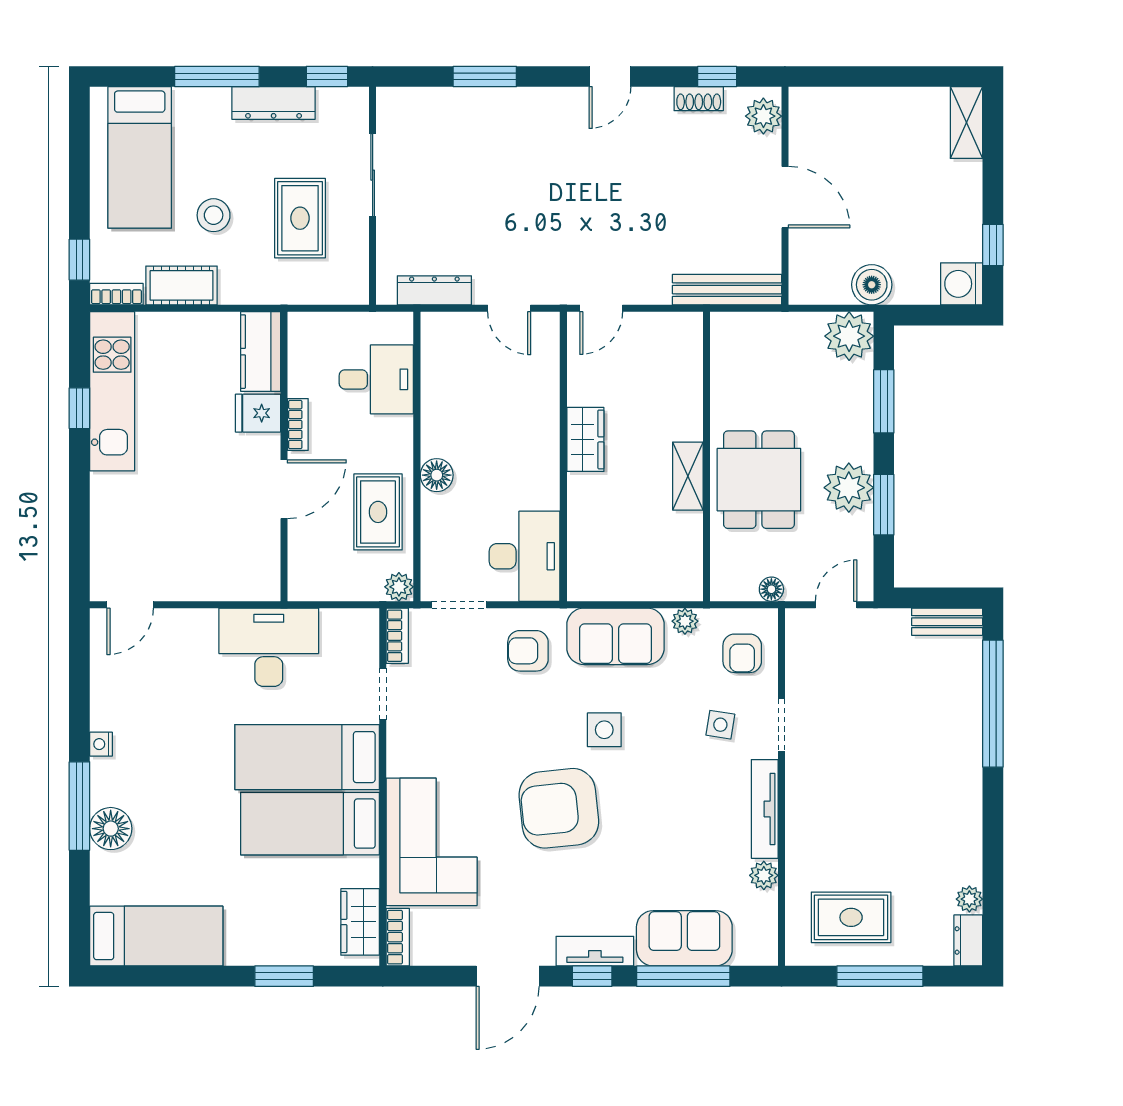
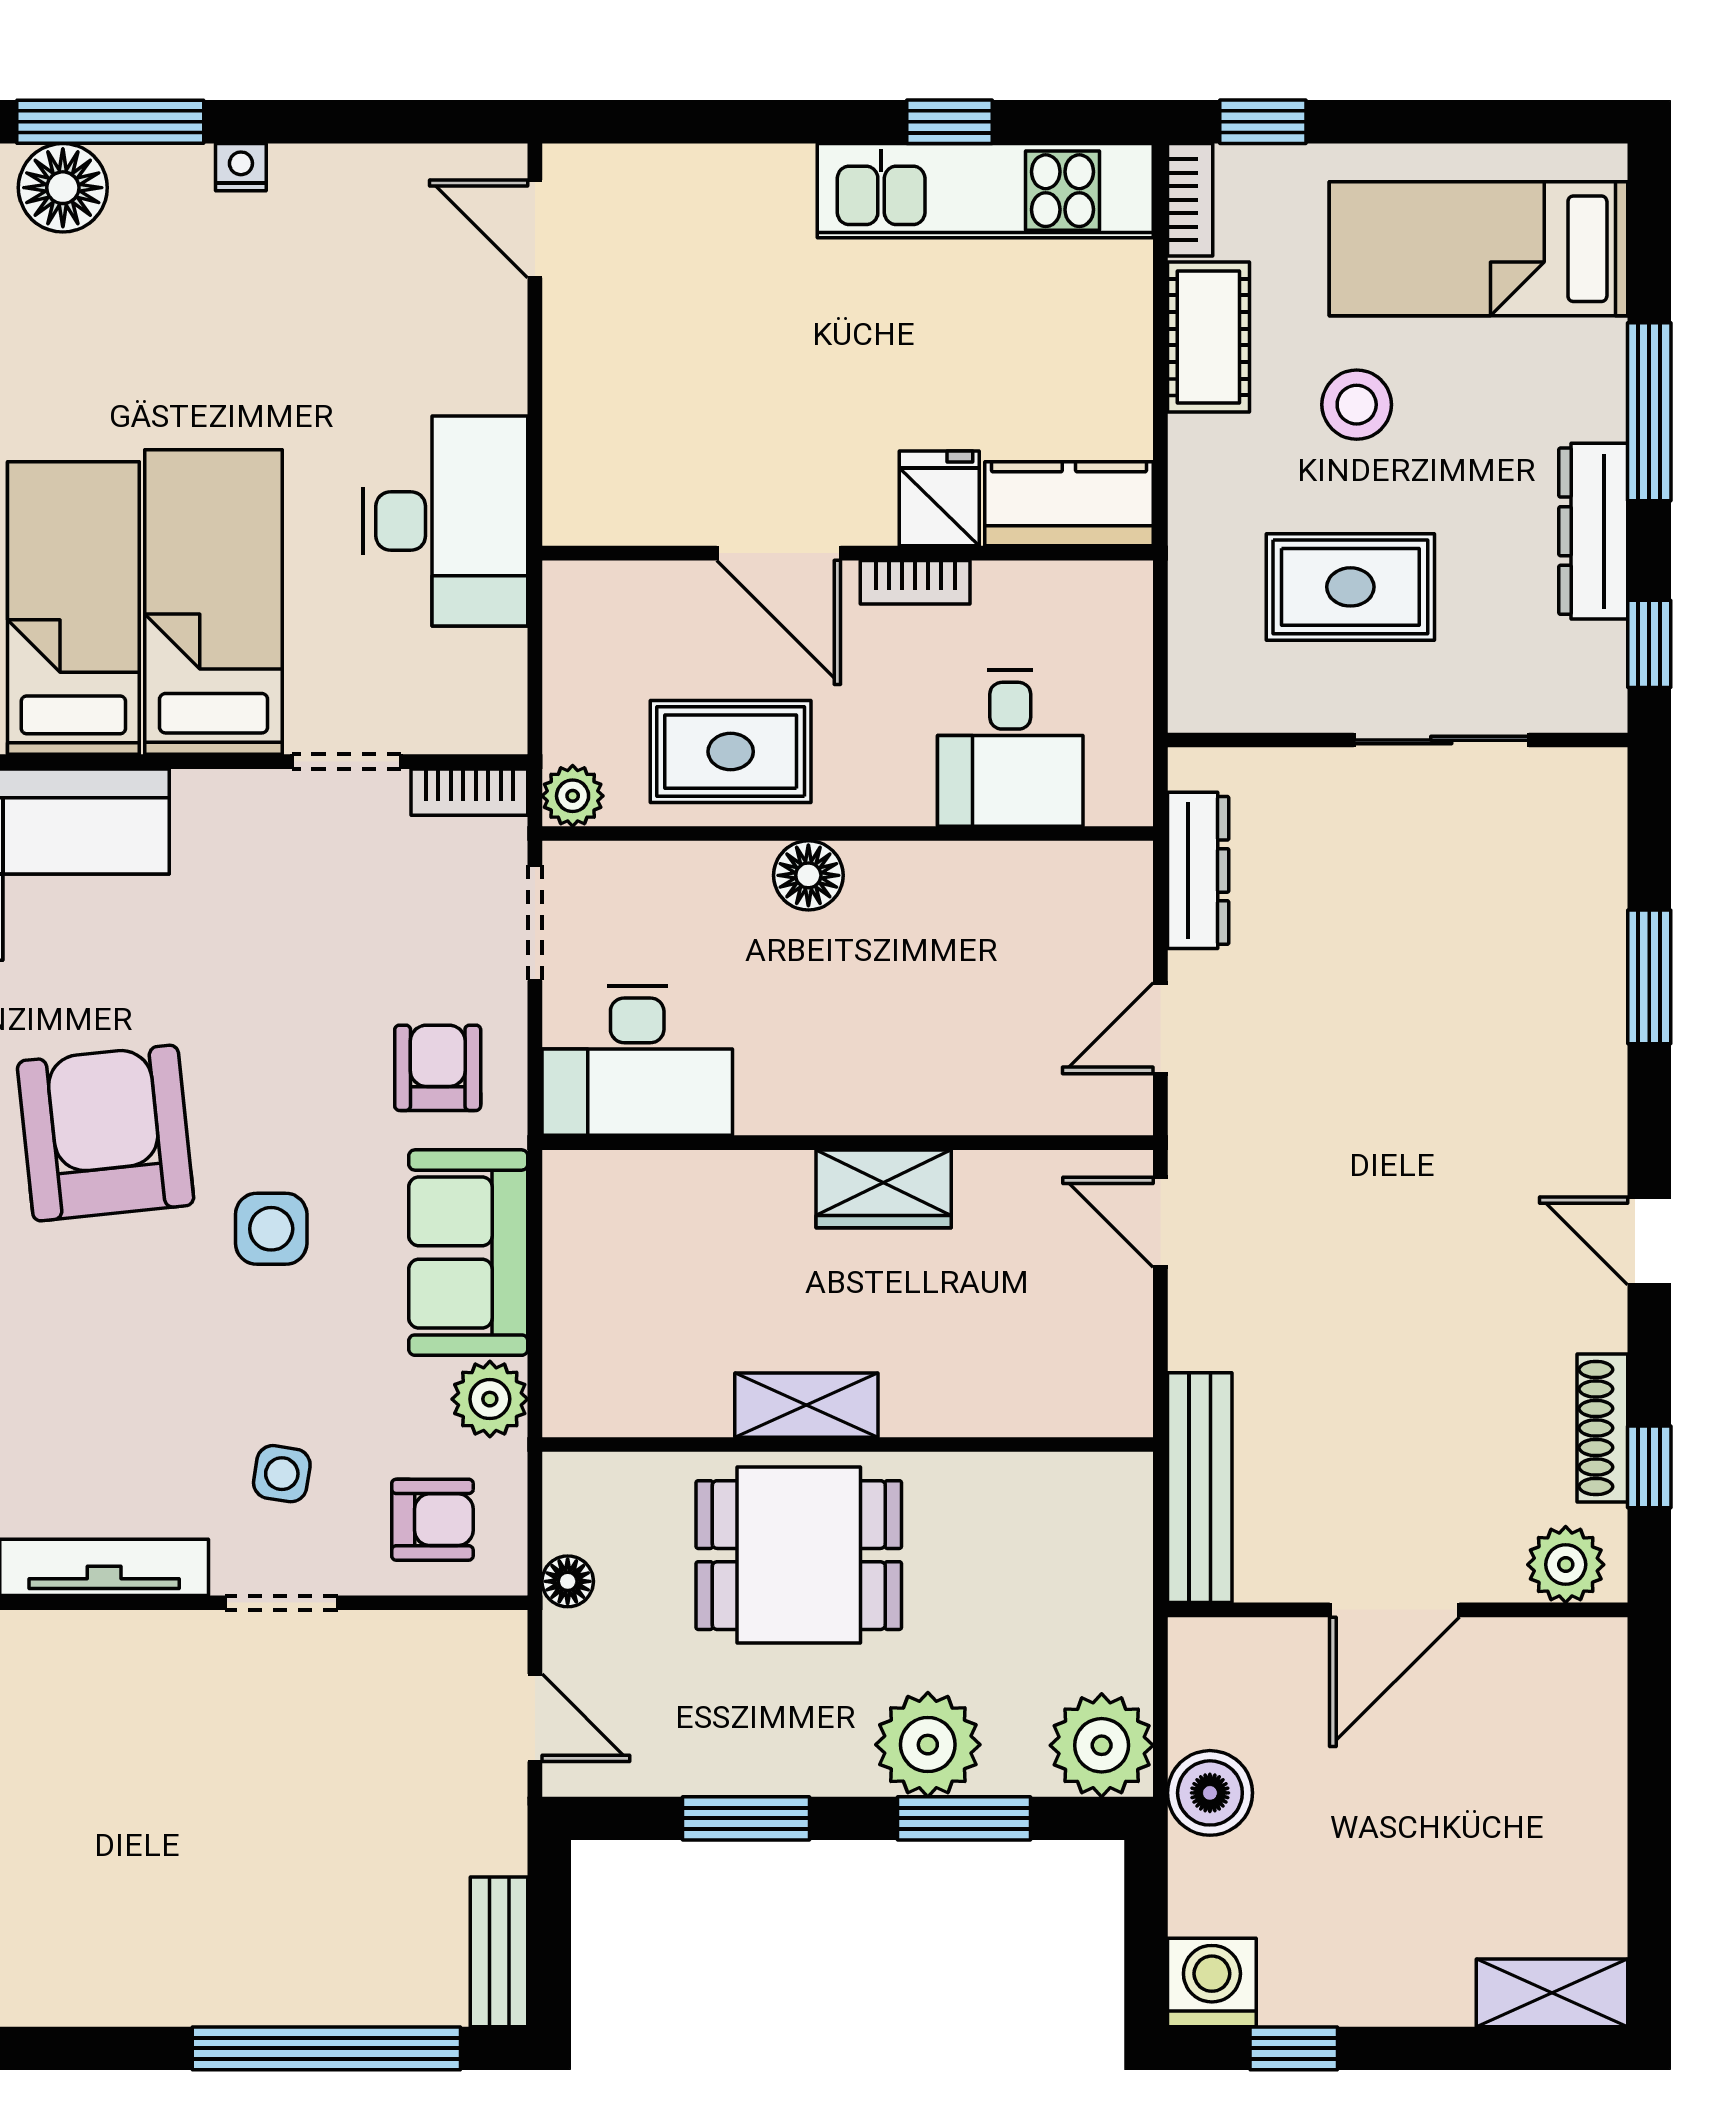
shoe rack: (699, 99) -> (1602, 1428), width x1.43
plant: (849, 488) -> (928, 1745), moved
plant: (685, 621) -> (490, 1399), width x1.38, depth x1.38
armchair: (742, 653) -> (432, 1520), turned 180

